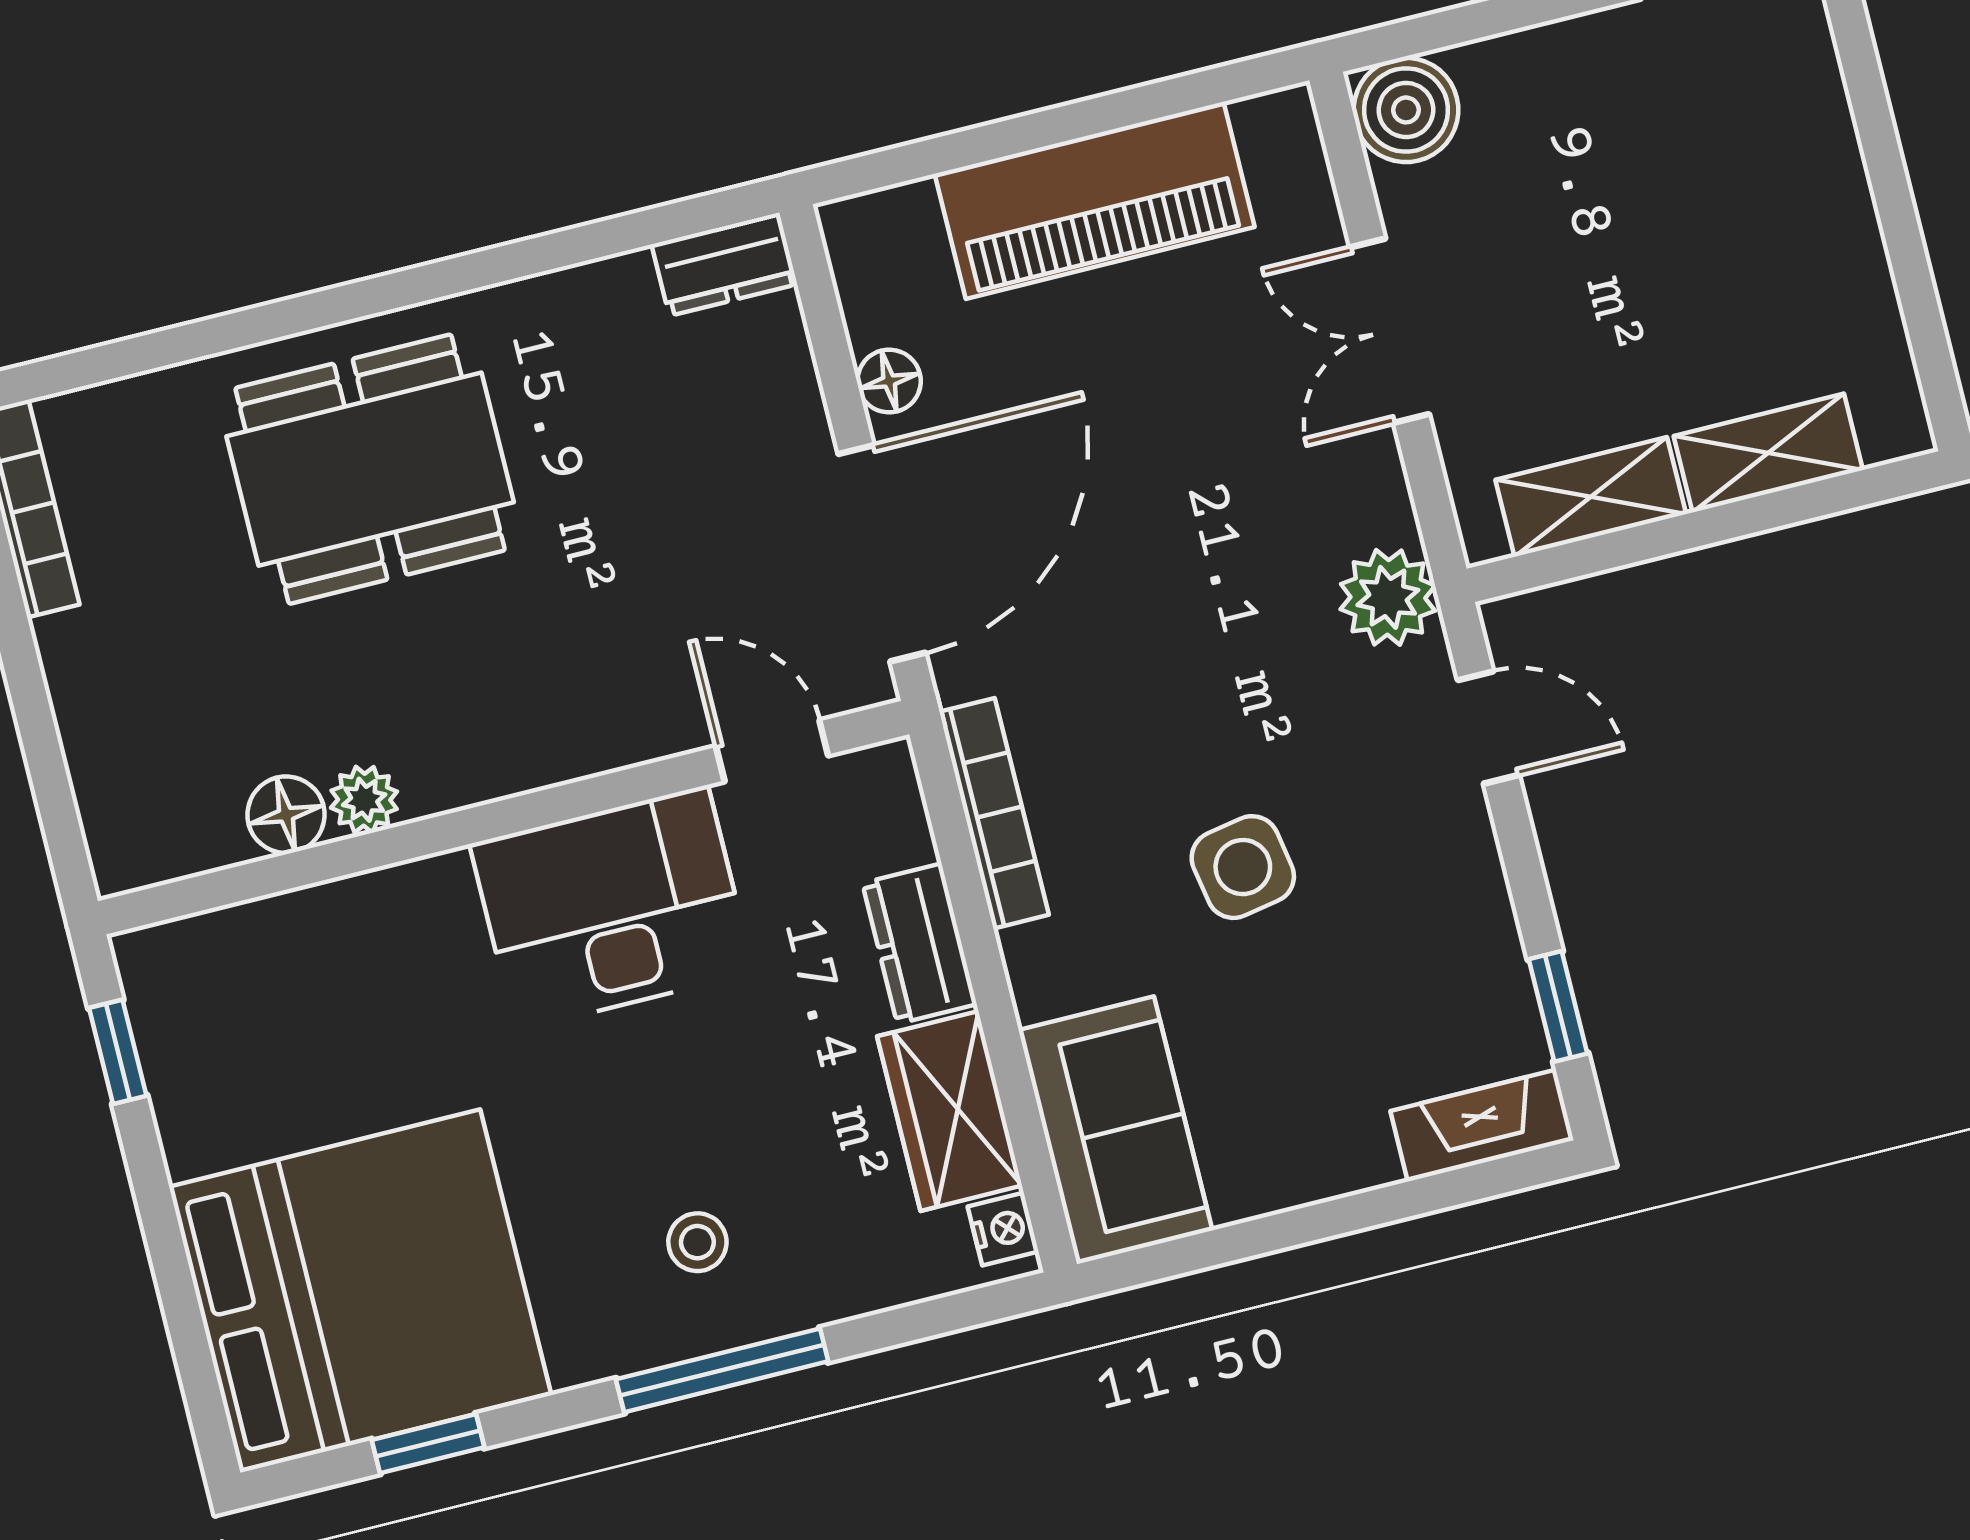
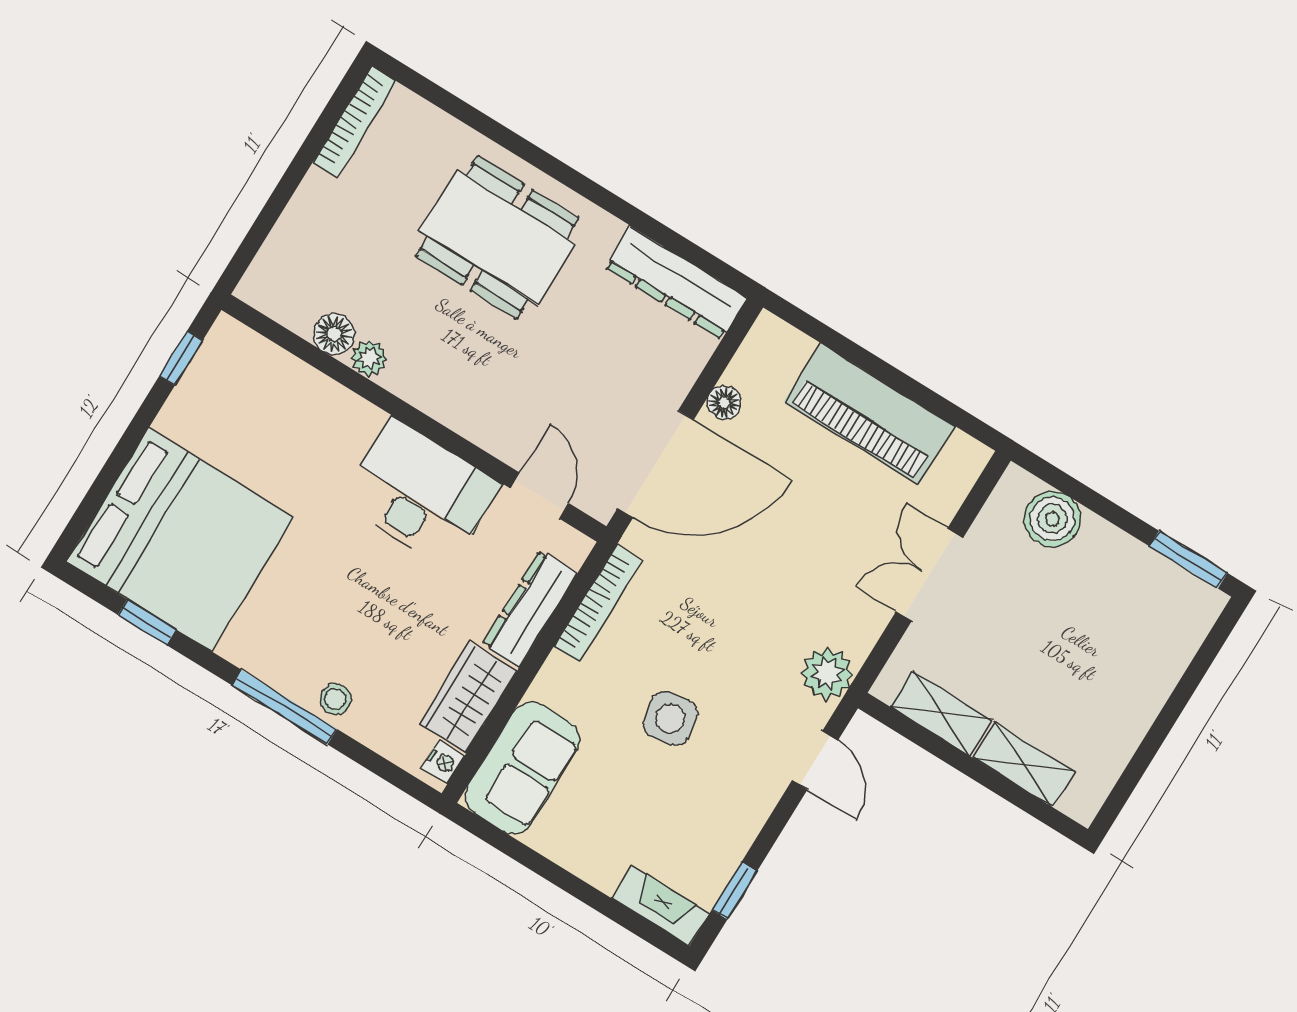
boiler: (1406, 110) -> (1052, 519), moved
dresser: (724, 264) -> (676, 283), width x1.96, depth x1.24
dresser: (920, 944) -> (530, 609), width x1.44
stool: (697, 1242) -> (335, 699), moved

